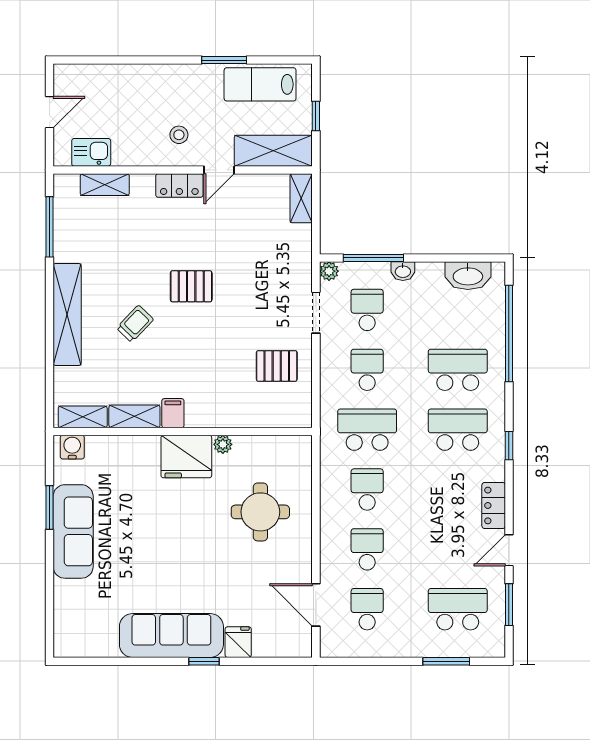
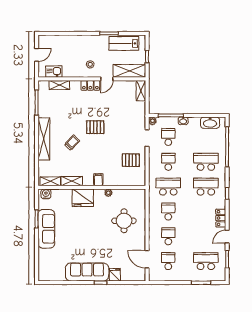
filing cabinet: (173, 413) -> (98, 180), moved
fridge: (186, 457) -> (83, 198), moved

